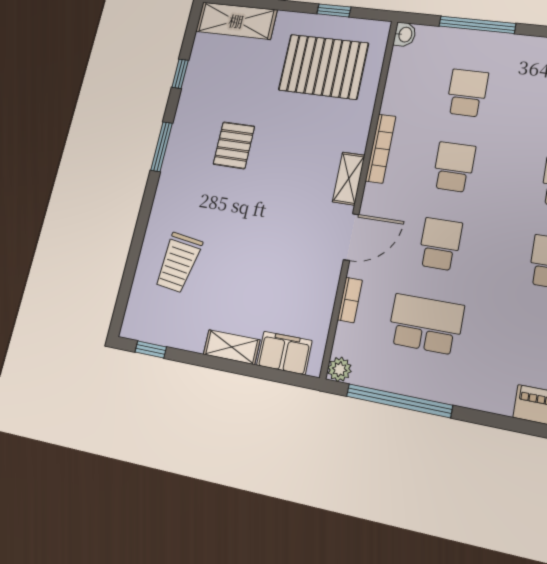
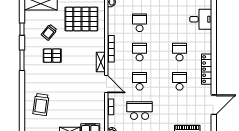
trolley: (240, 89) -> (49, 32), added
pallet: (234, 145) -> (52, 56), turned 90
door: (351, 237) -> (106, 84), hinge flipped

